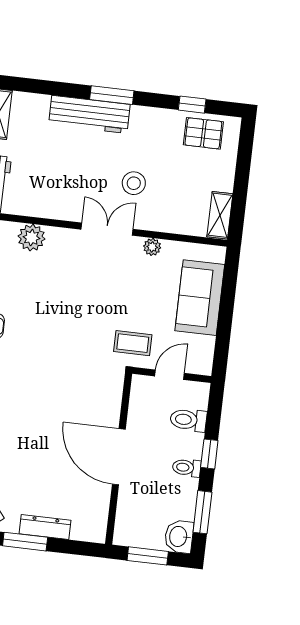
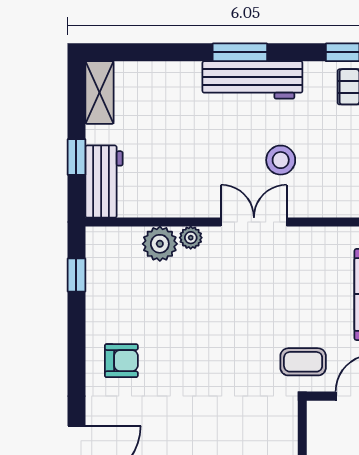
workbench: (89, 114) -> (252, 80), moved
plant: (152, 247) -> (191, 238), moved

